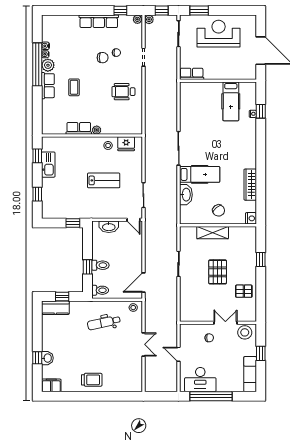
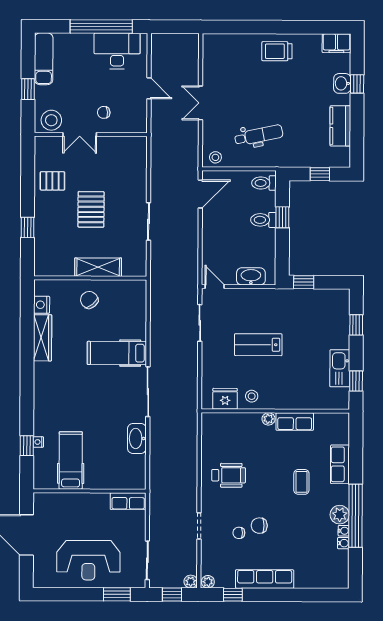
row of seats: (48, 86) -> (340, 464), moved
washbasin: (186, 195) -> (137, 438), moved
nightstand: (251, 218) -> (42, 305), moved
kitchen counter: (55, 308) -> (340, 126), moved, turned -90

